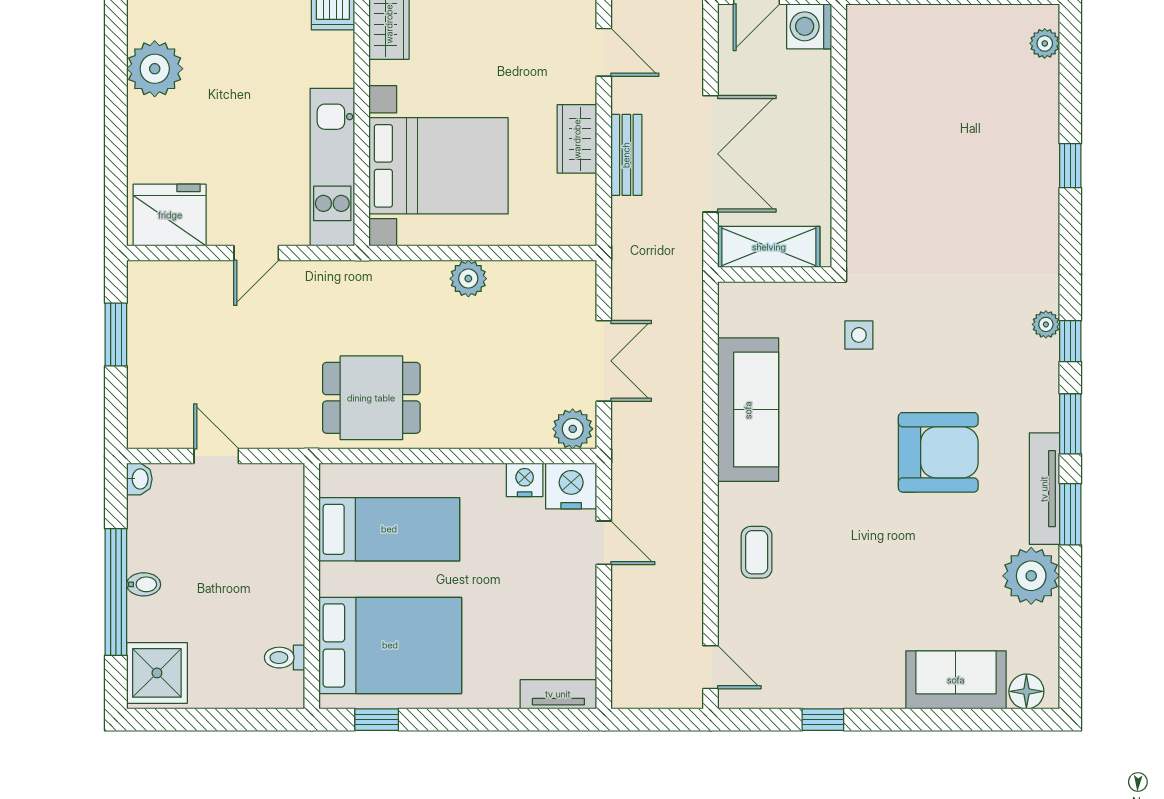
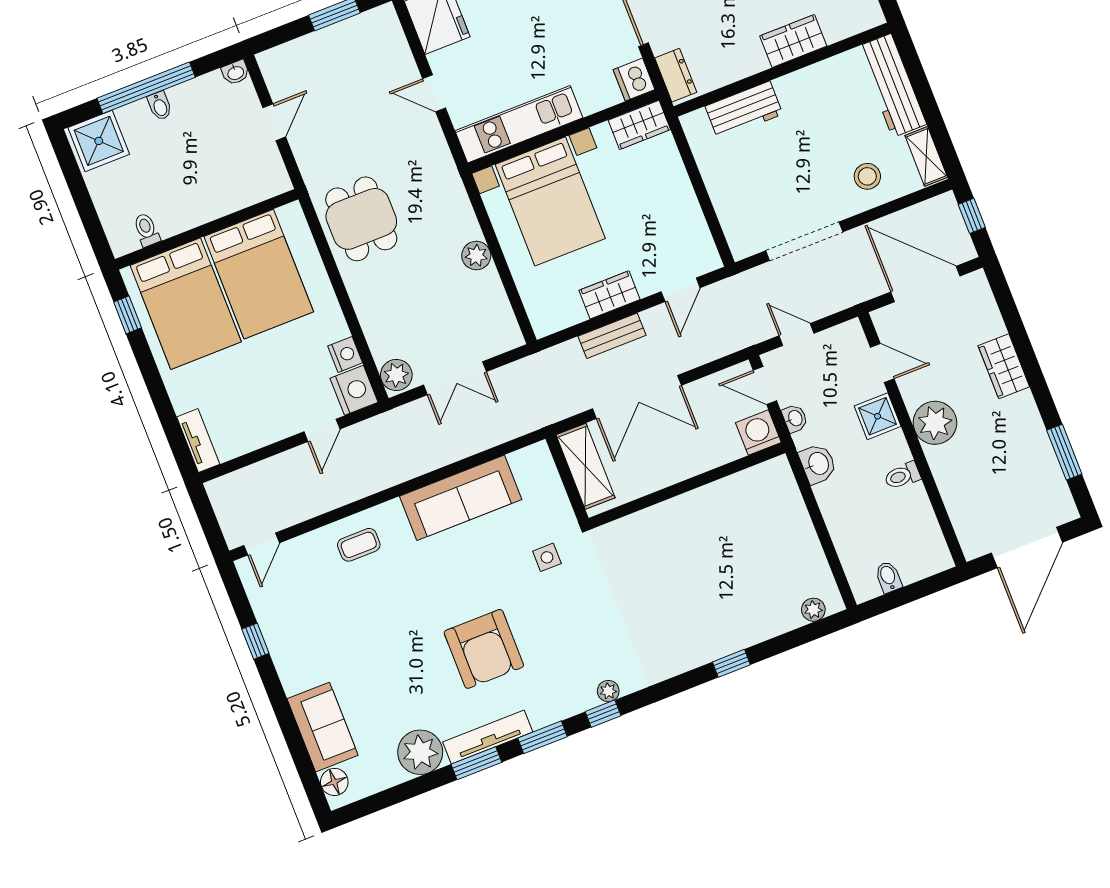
bed: (389, 529) -> (259, 274), width x1.50

